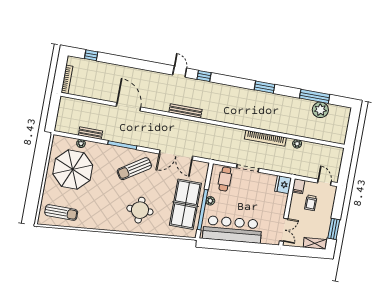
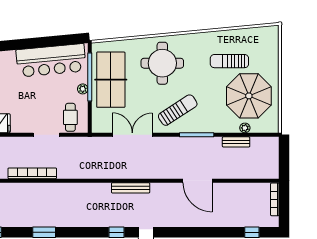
round table: (140, 210) -> (162, 63), width x1.36, depth x1.36
sun lounger: (61, 212) -> (229, 61), moved

